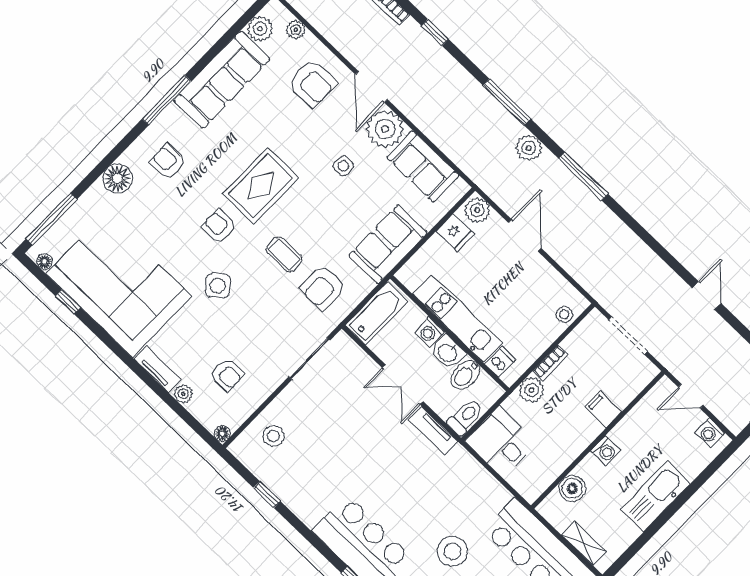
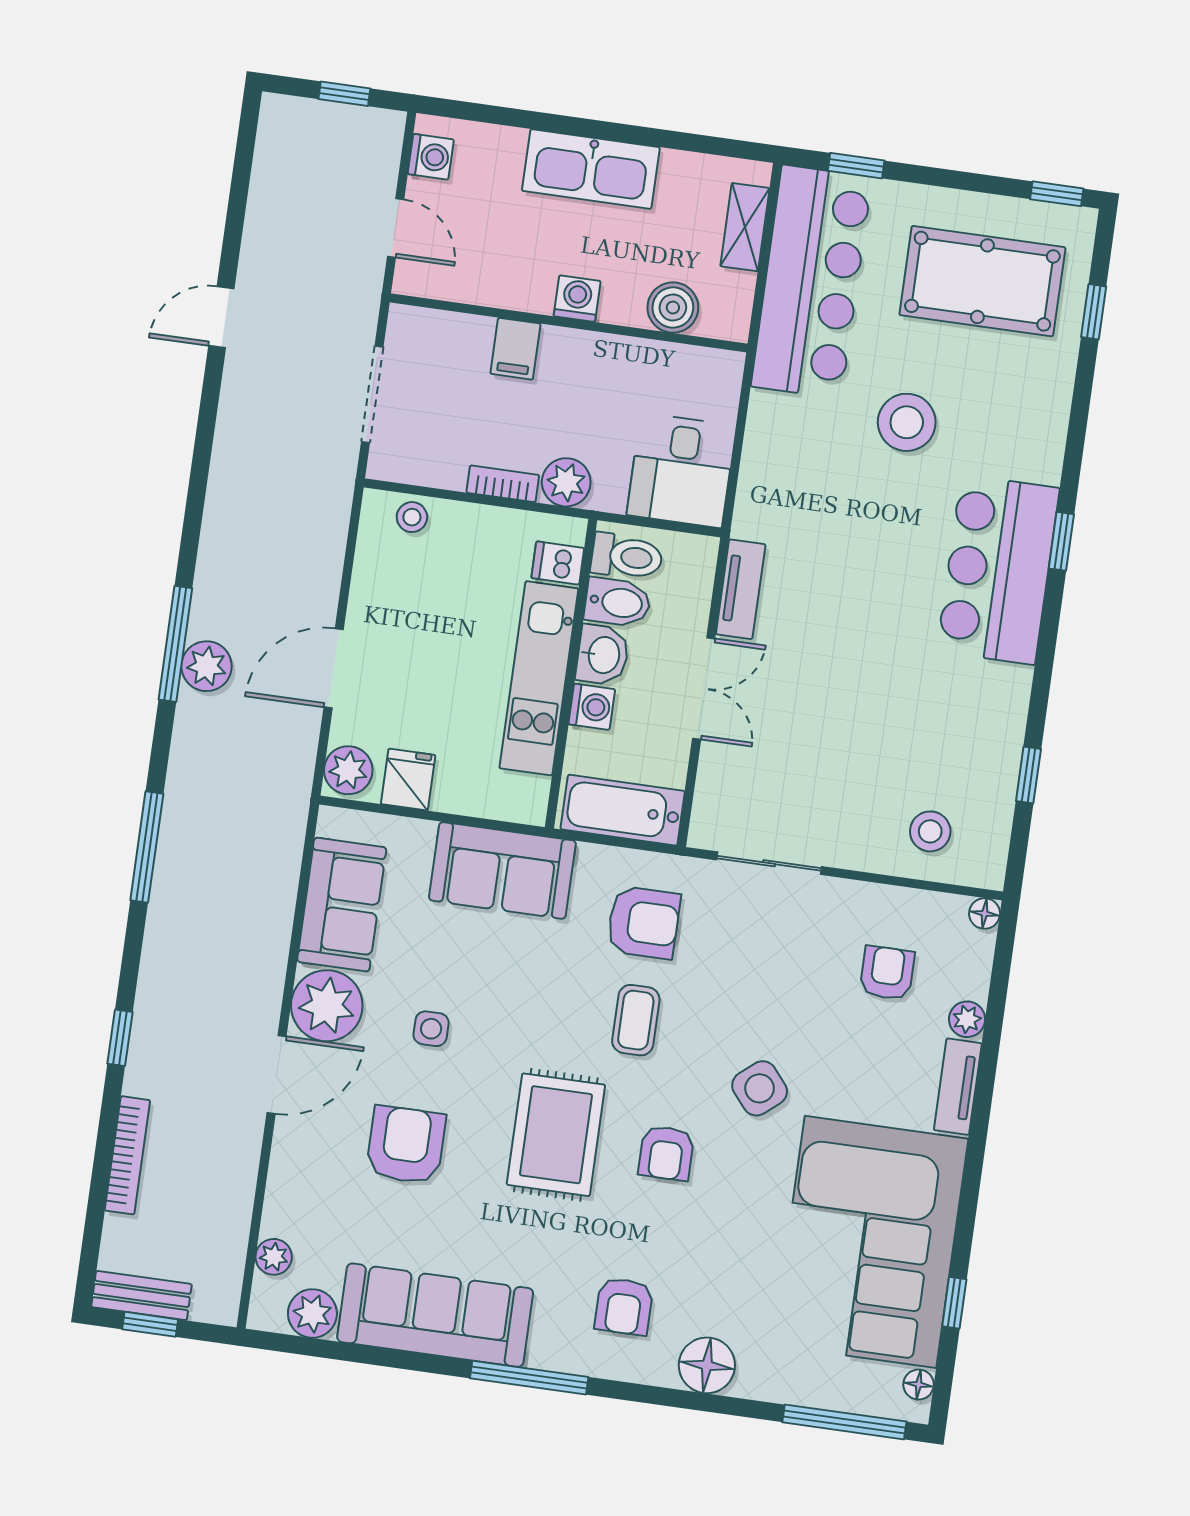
armchair: (312, 83) -> (406, 1145), moved
plant: (529, 148) -> (207, 666), moved
rug: (261, 186) -> (556, 1135), turned 90
toilet: (465, 417) -> (627, 557), moved, turned 180

